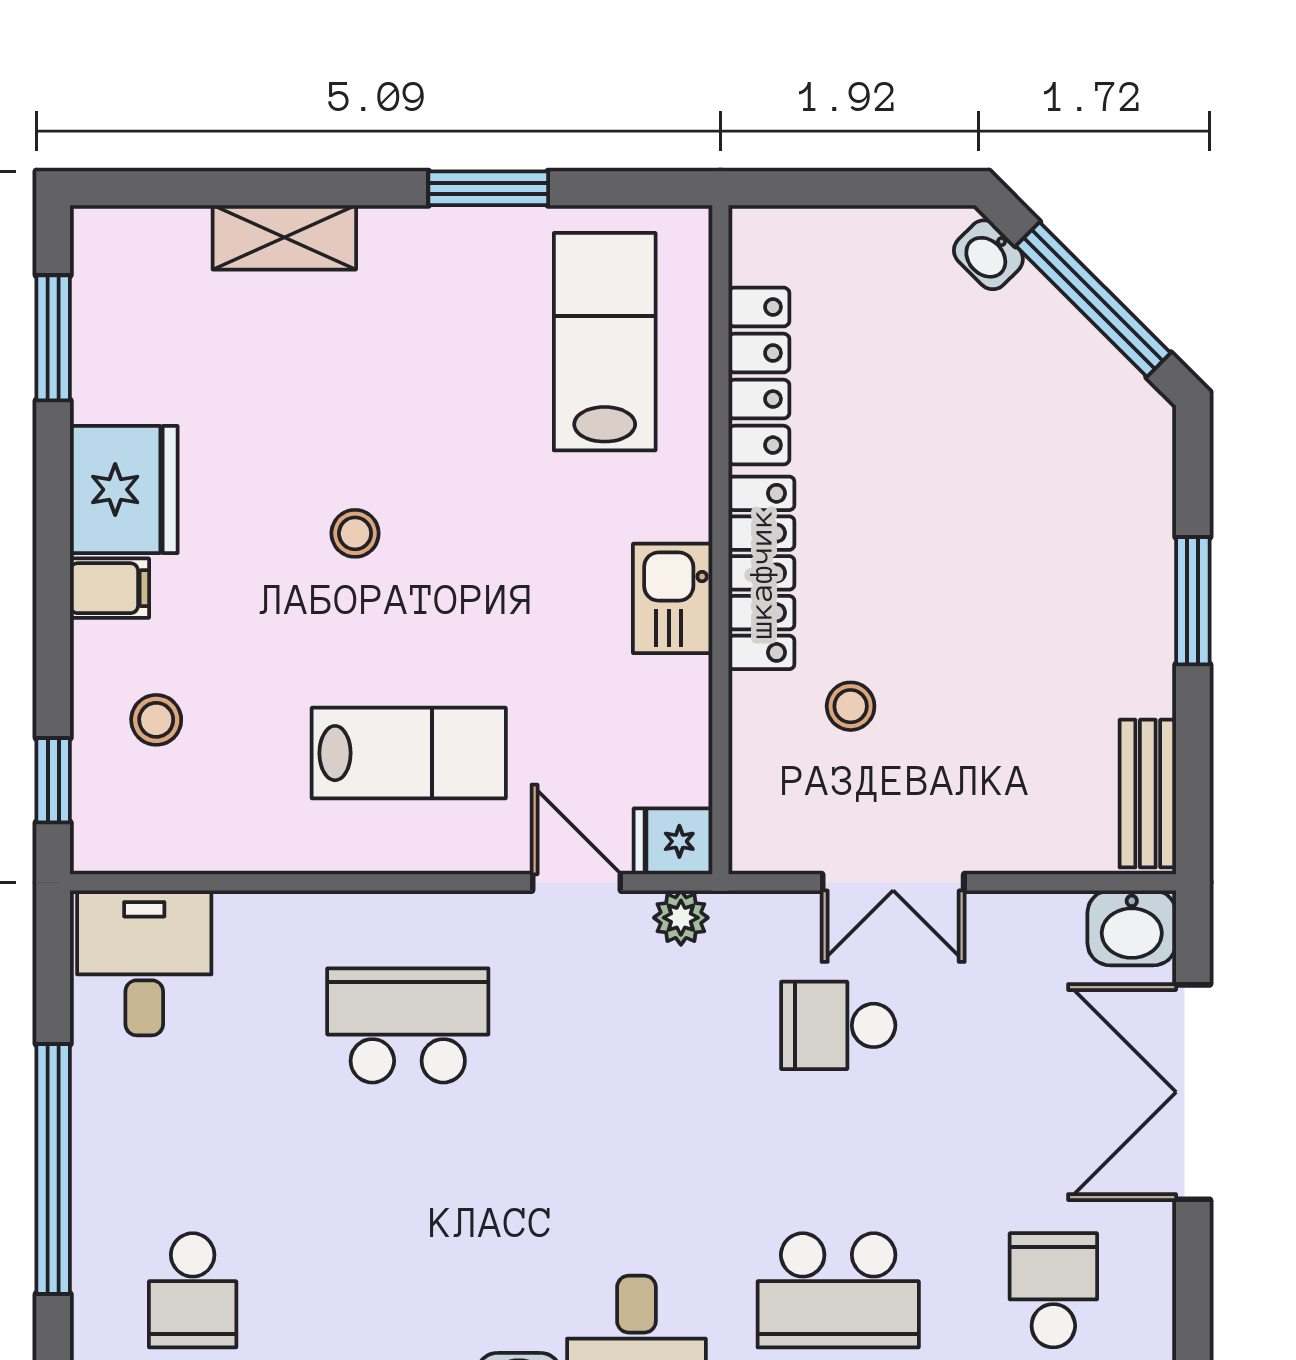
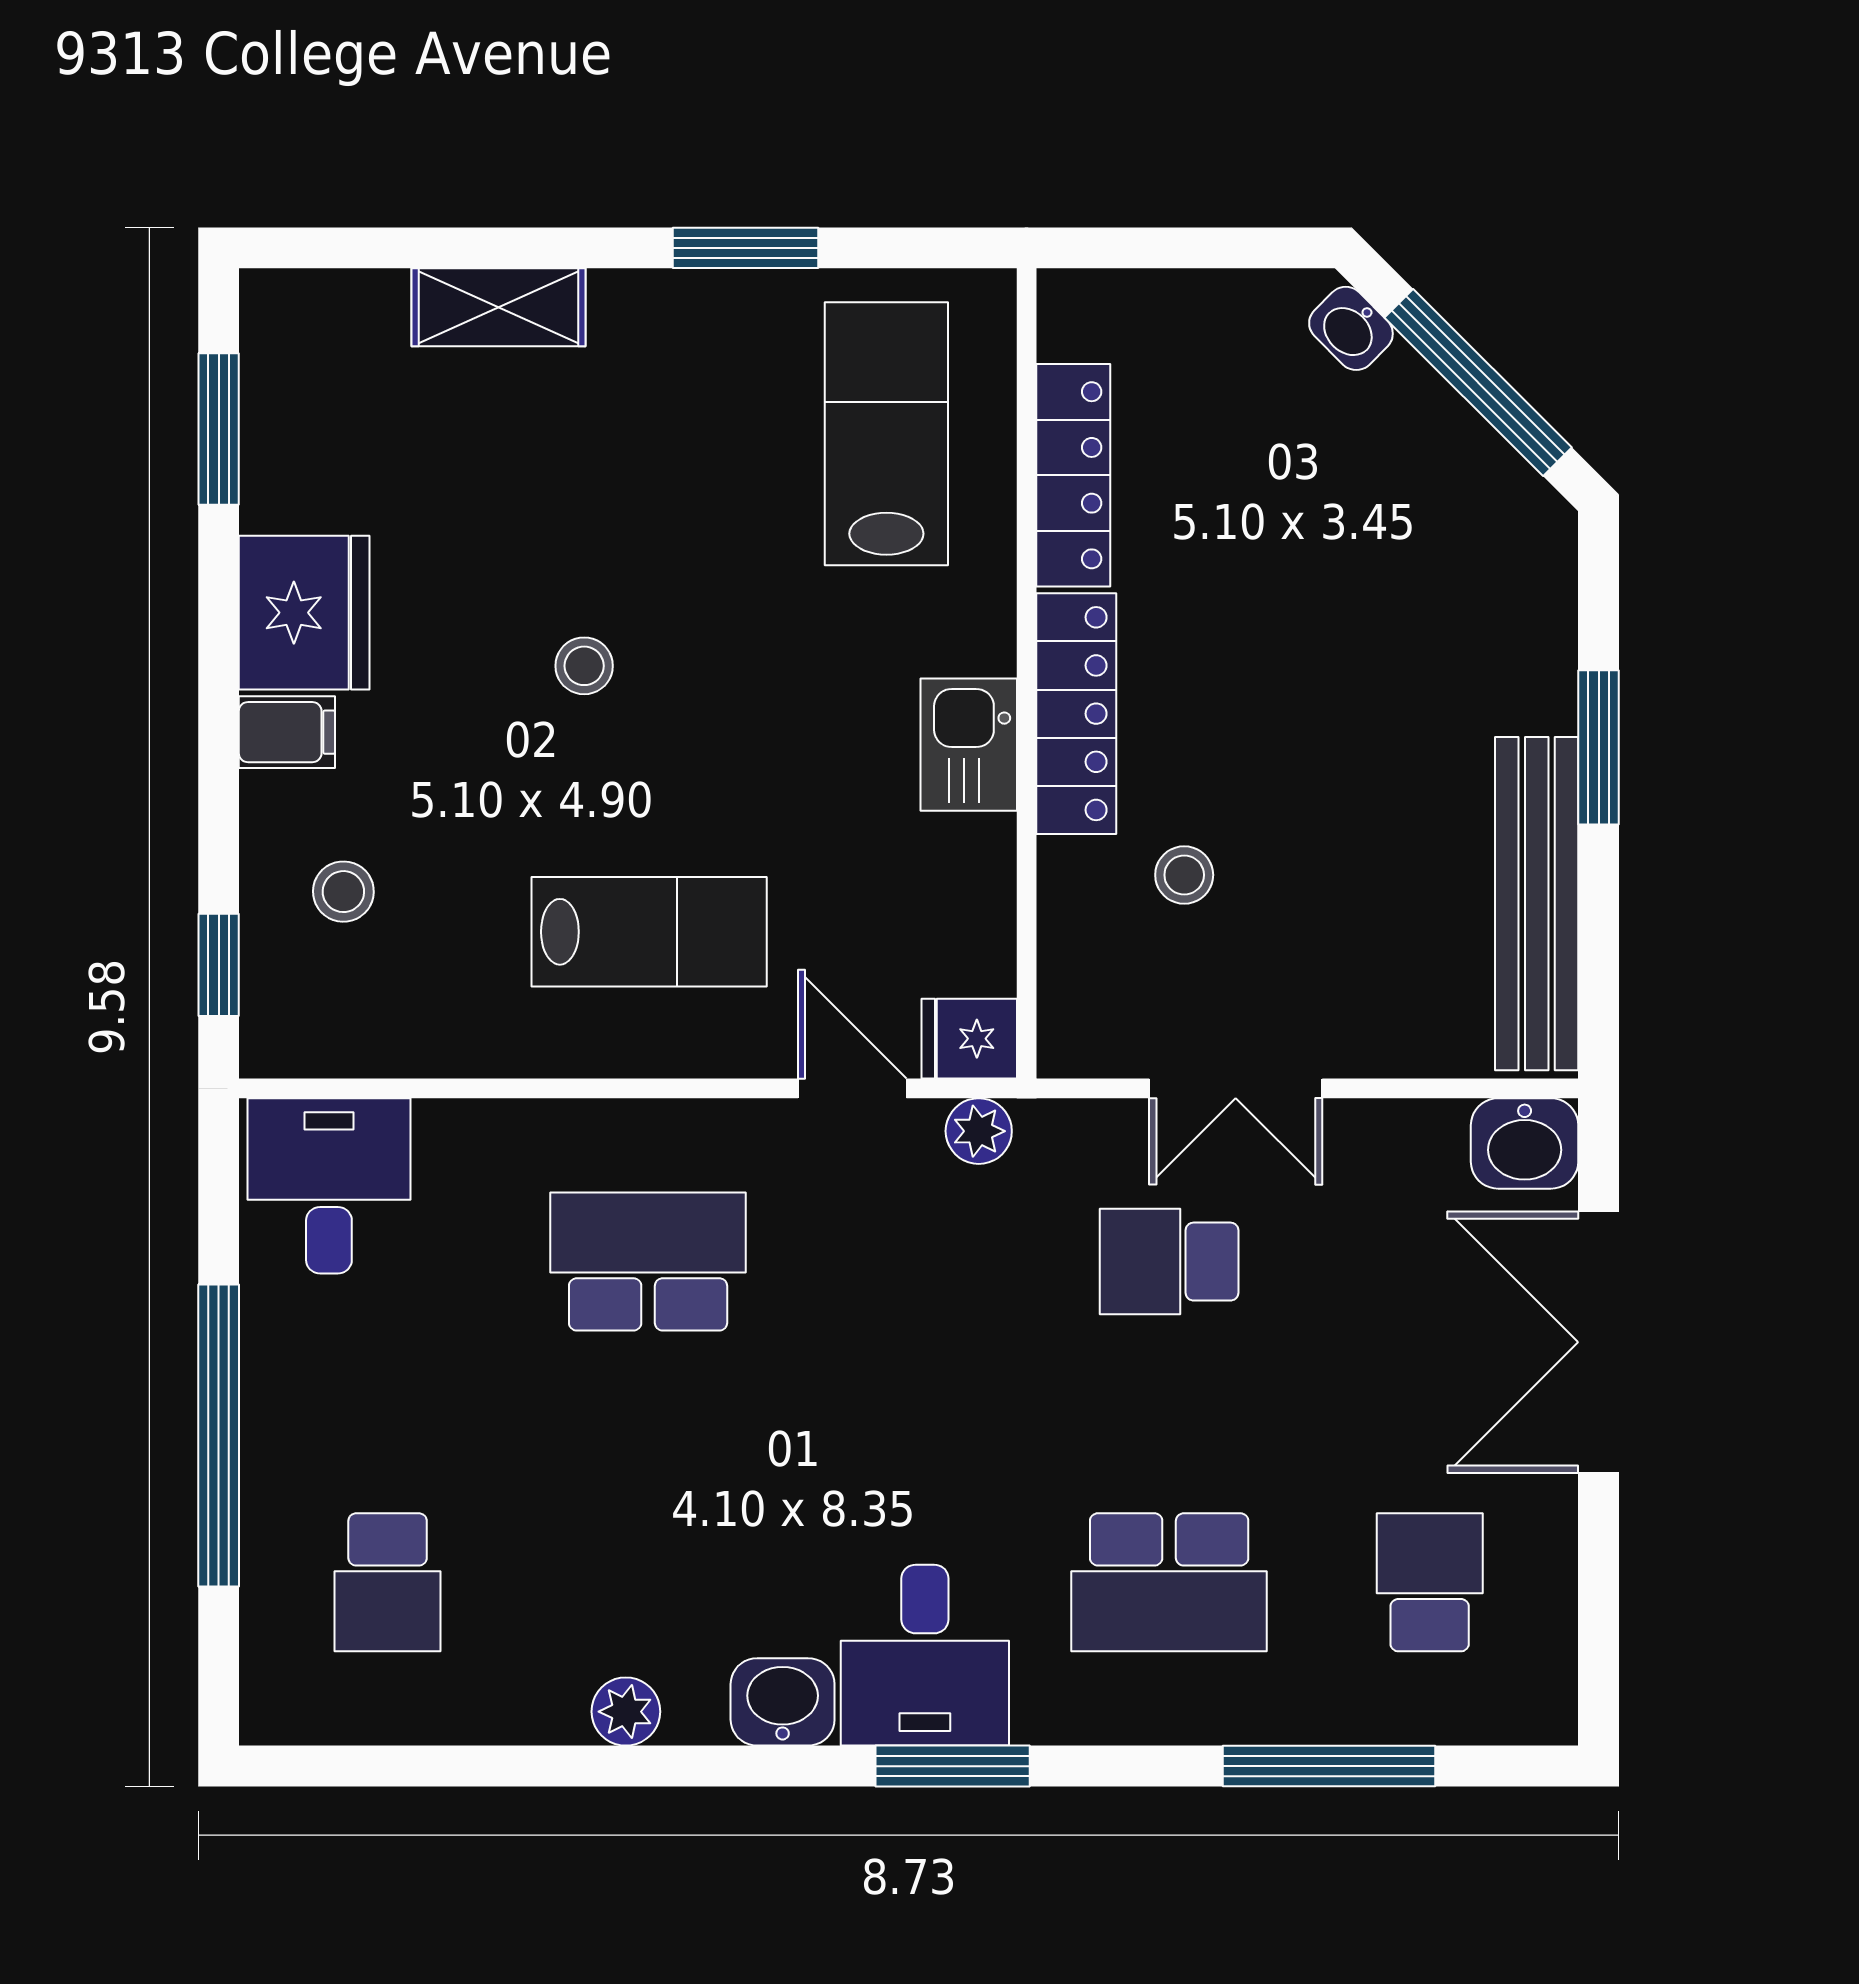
bench: (1148, 794) -> (1537, 904), width x1.86, depth x1.21

